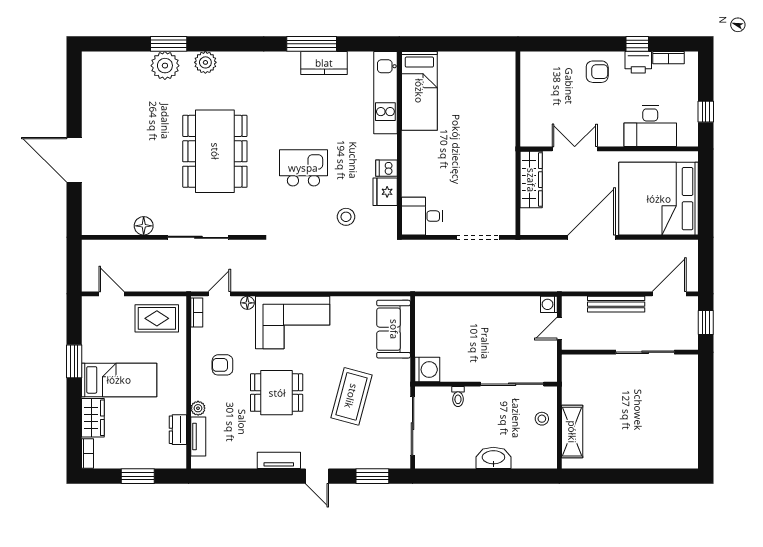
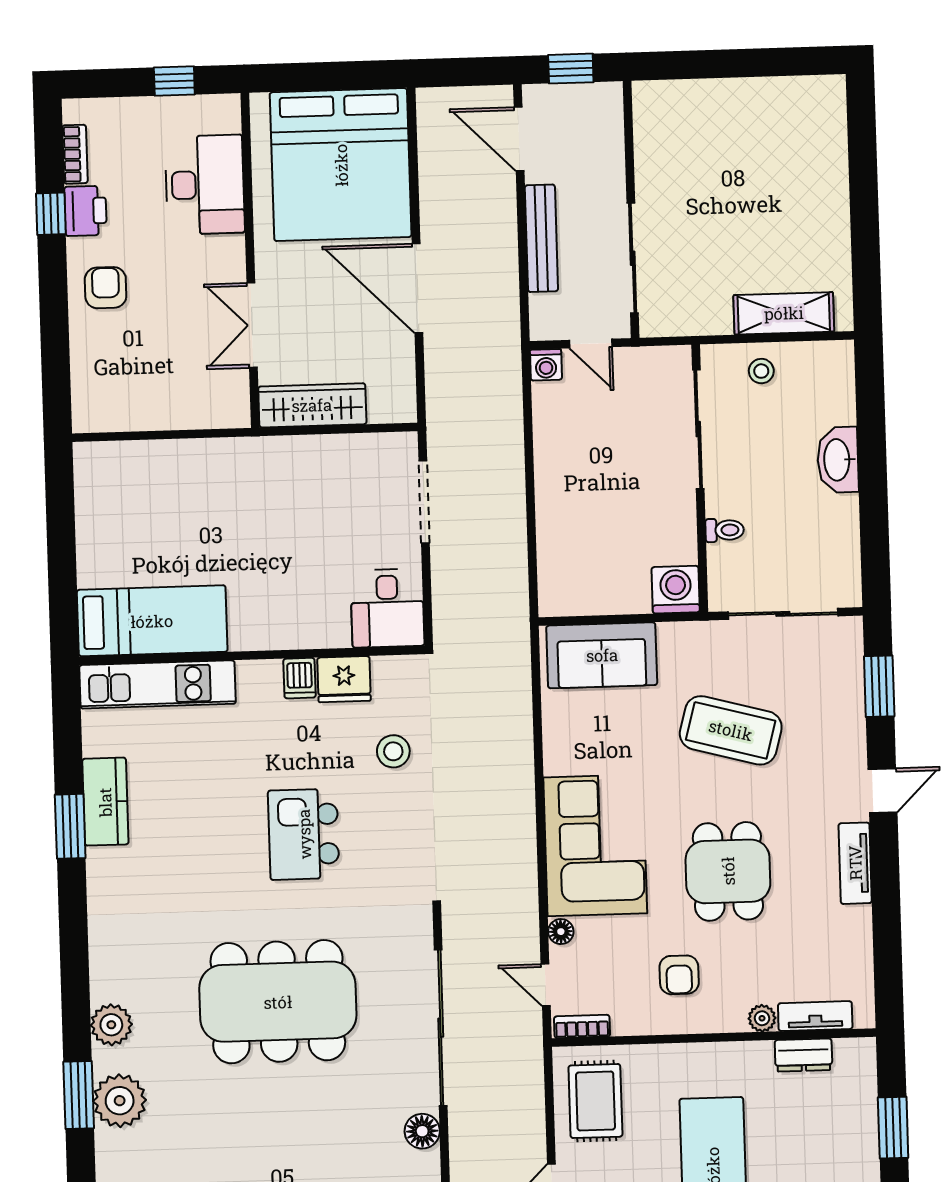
window: (312, 44) -> (70, 826), width x0.69
sliding door: (198, 237) -> (441, 1028), width x1.36
sliding door: (645, 352) -> (633, 258), moved

